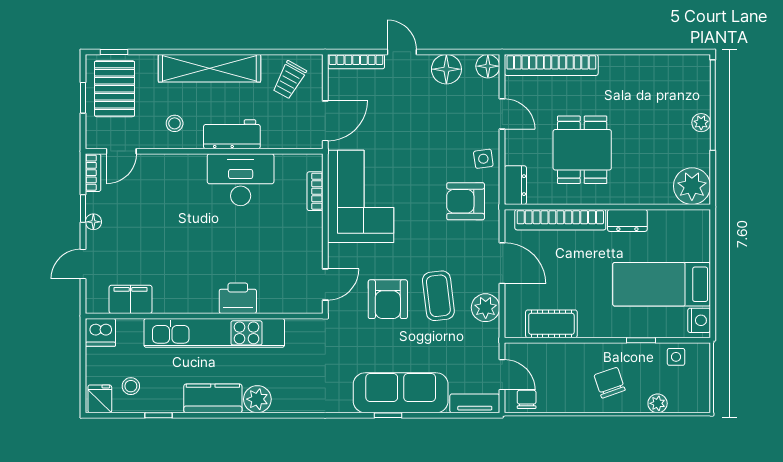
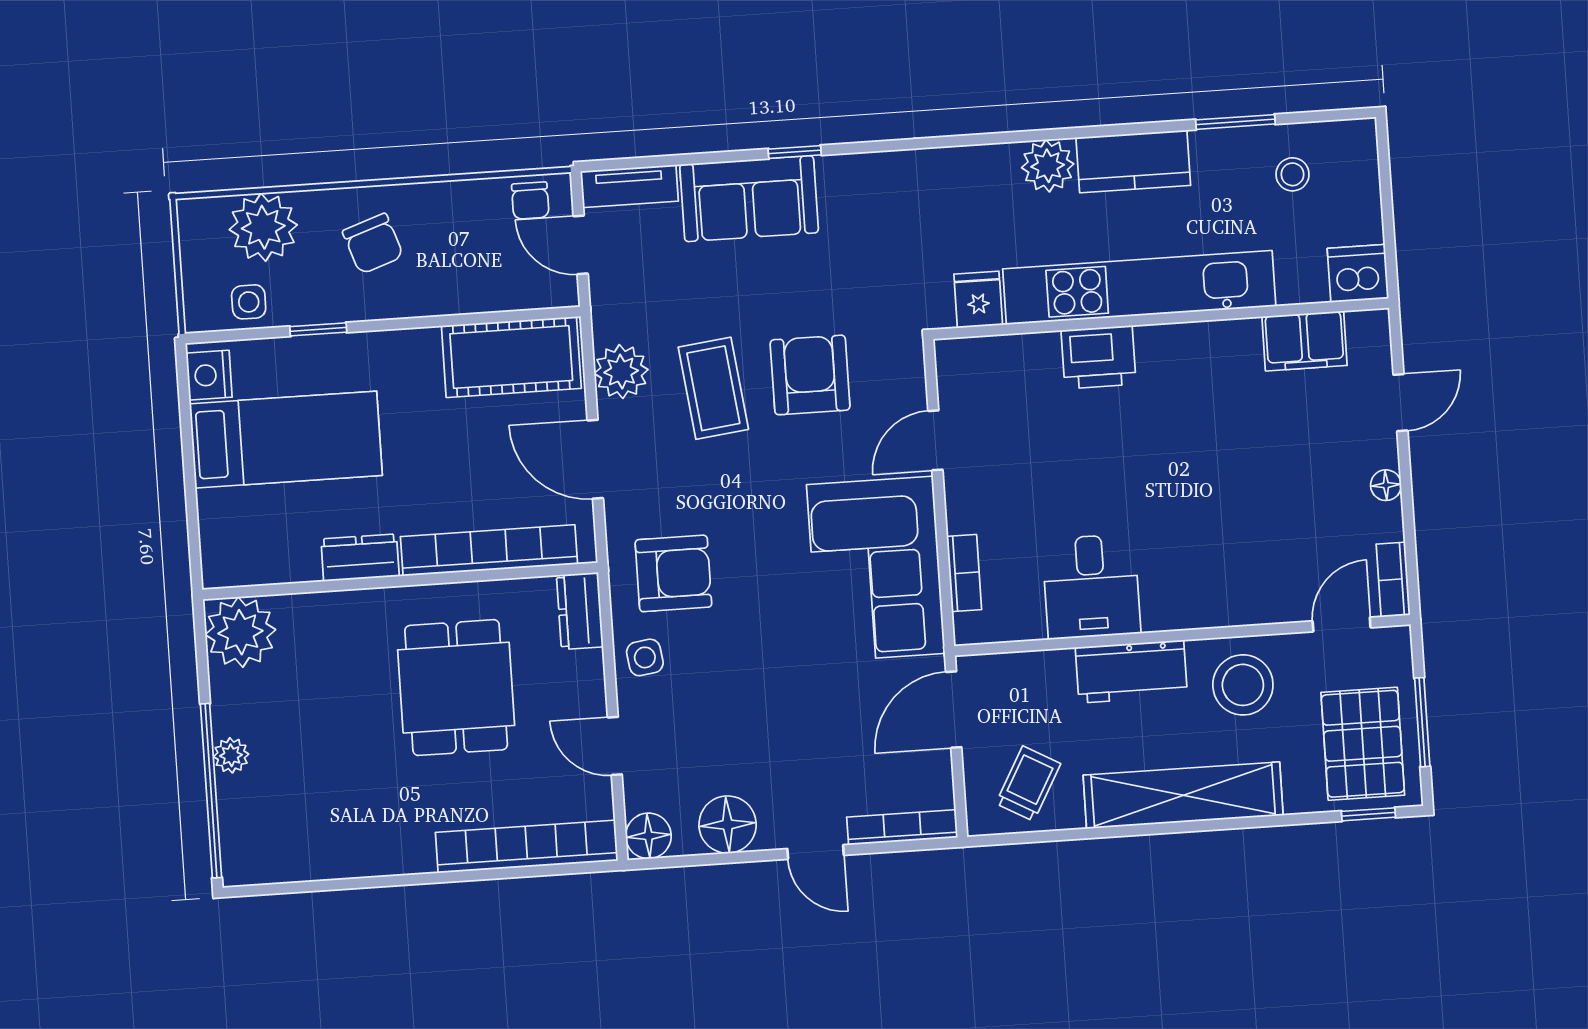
window: (83, 98) -> (1422, 722), width x1.50
stool: (175, 123) -> (1243, 685), width x1.89, depth x1.89
desk: (241, 180) -> (1091, 586), width x0.73
window: (83, 209) -> (1408, 509), removed
door: (325, 284) -> (935, 440), moved
cot: (551, 324) -> (511, 357), width x1.37, depth x1.34
sofa: (401, 393) -> (749, 199), width x0.73
fridge: (100, 399) -> (978, 299), moved, turned 180
plant: (658, 403) -> (263, 227), width x1.88, depth x1.88
window: (159, 415) -> (1235, 122), width x1.50

